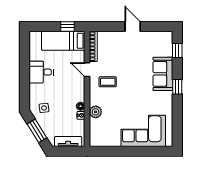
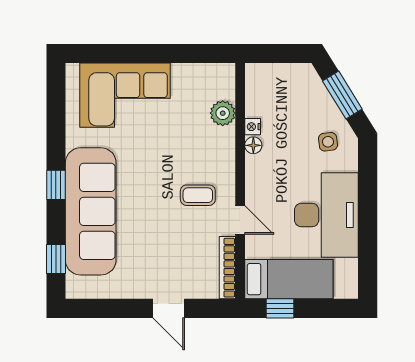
door: (133, 26) -> (169, 308), moved
desk: (41, 72) -> (326, 215), width x1.87, depth x1.30
sofa: (163, 74) -> (91, 211), width x1.85, depth x1.27
plant: (96, 112) -> (223, 113), moved
tv unit: (68, 141) -> (279, 73), removed

